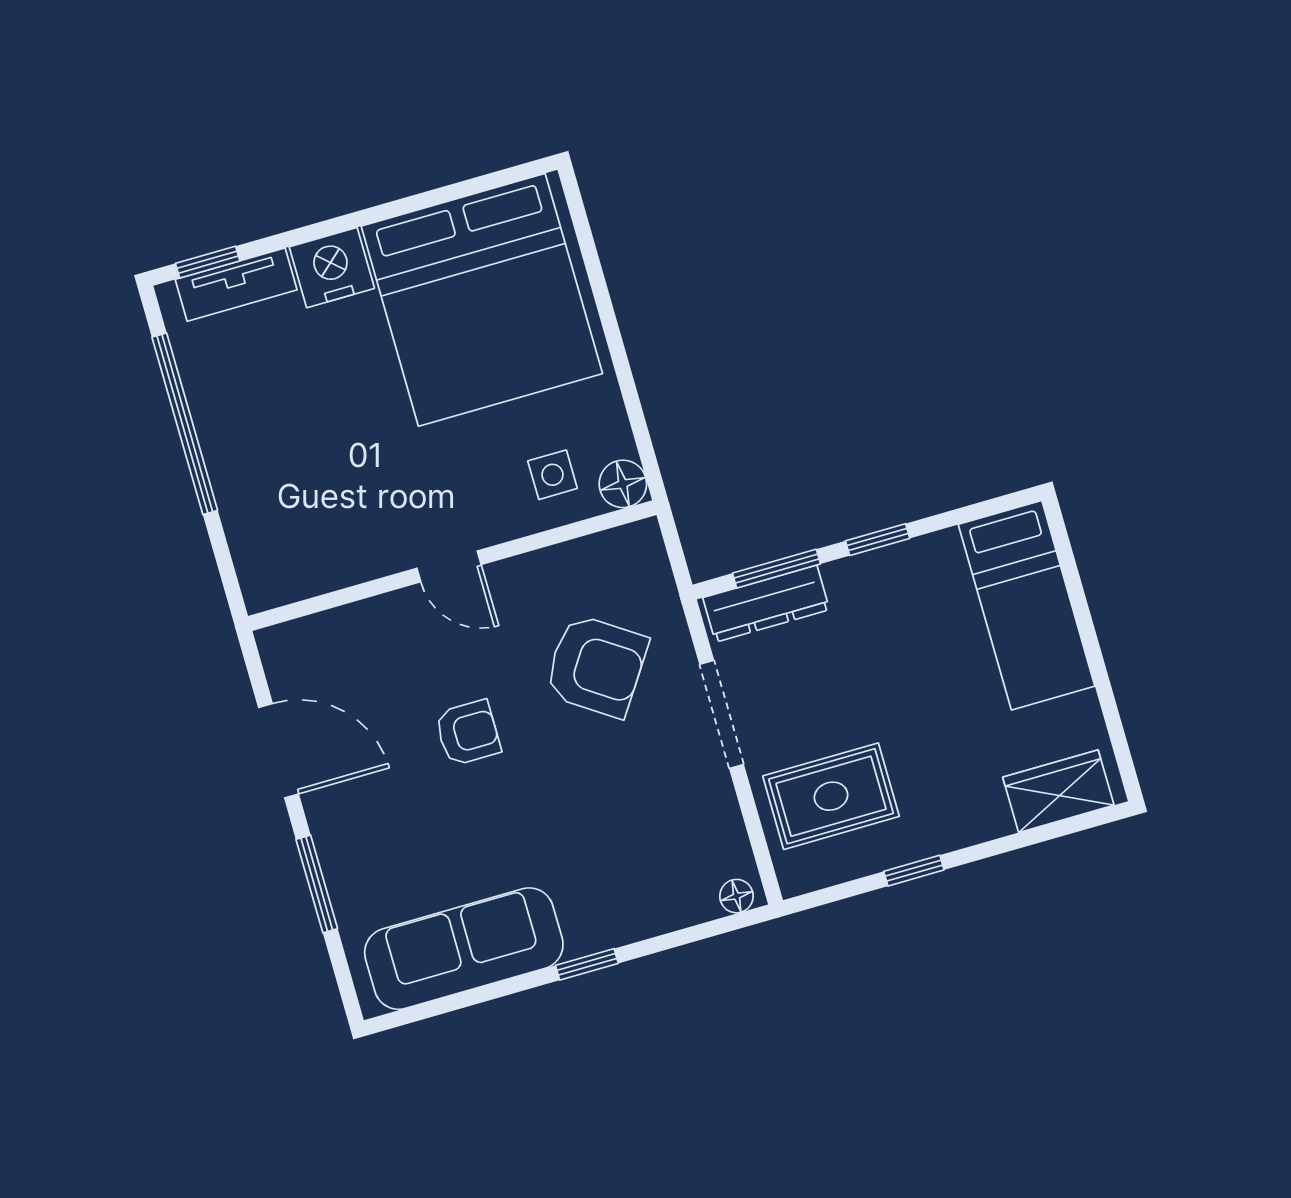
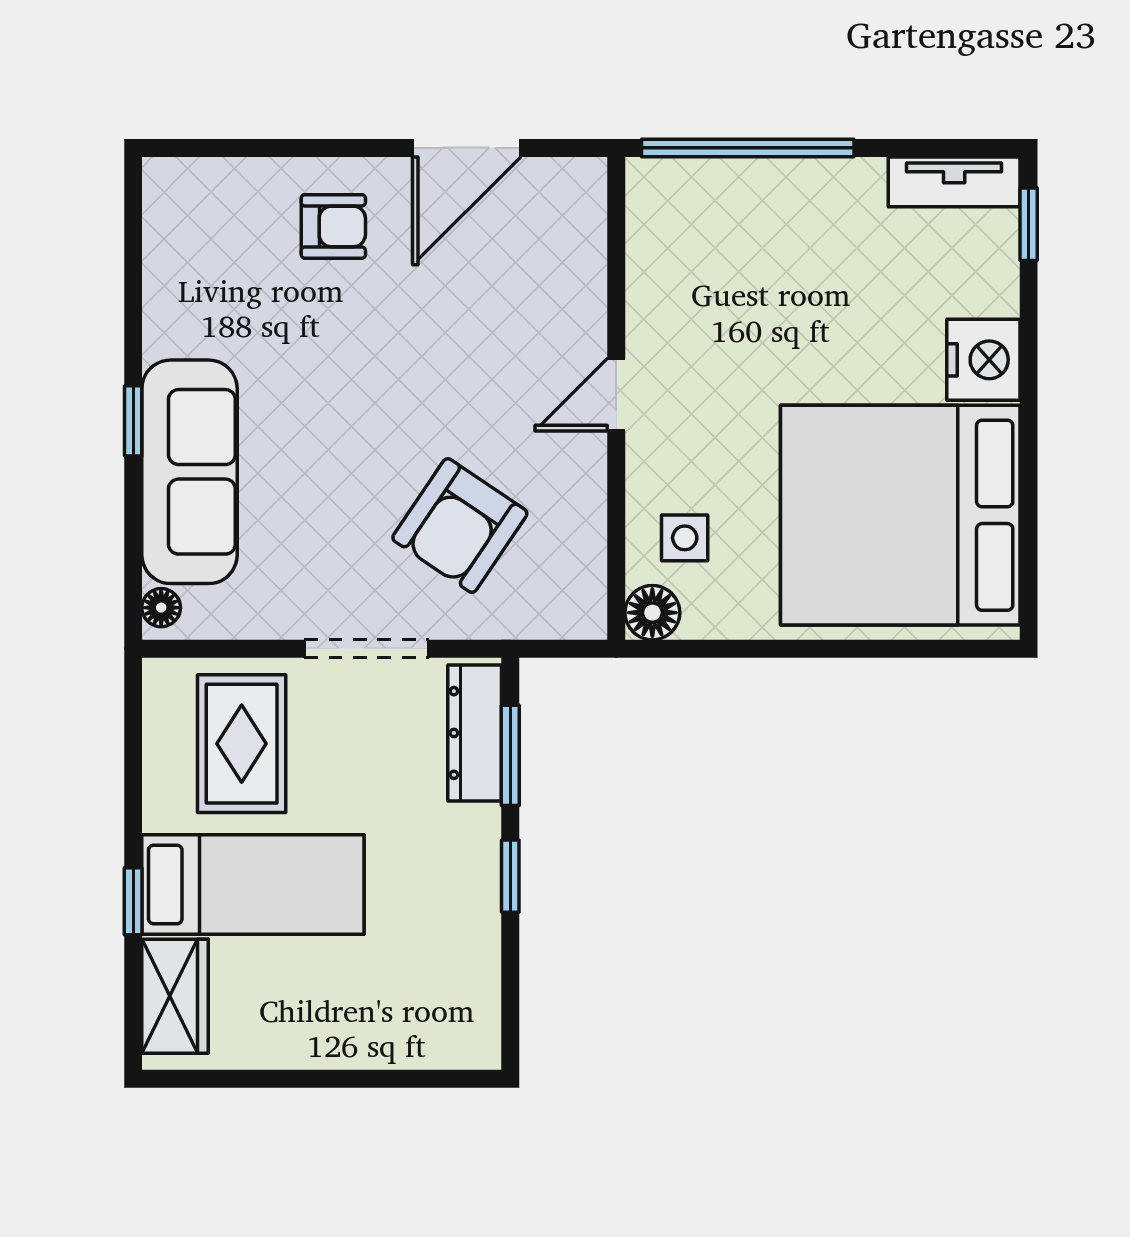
tv unit: (236, 285) -> (954, 182), moved, turned -90
window: (185, 424) -> (748, 148), moved
bed: (1027, 605) -> (253, 885), moved, turned 180
armchair: (468, 733) -> (333, 226), moved, turned -90
window: (914, 871) -> (133, 901), moved
window: (317, 884) -> (307, 148), removed
sofa: (464, 949) -> (190, 472), moved

